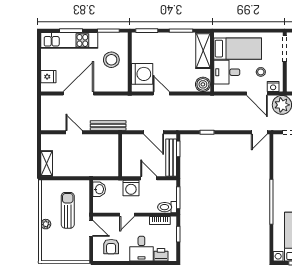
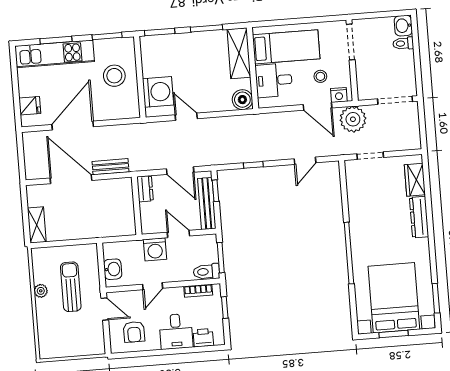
bench: (108, 125) -> (111, 167), width x0.73
door: (74, 132) -> (71, 179), width x1.88
door: (259, 132) -> (305, 161), moved
dresser: (127, 143) -> (145, 189), added
washbasin: (99, 189) -> (113, 269), moved
plant: (46, 224) -> (41, 291), moved

